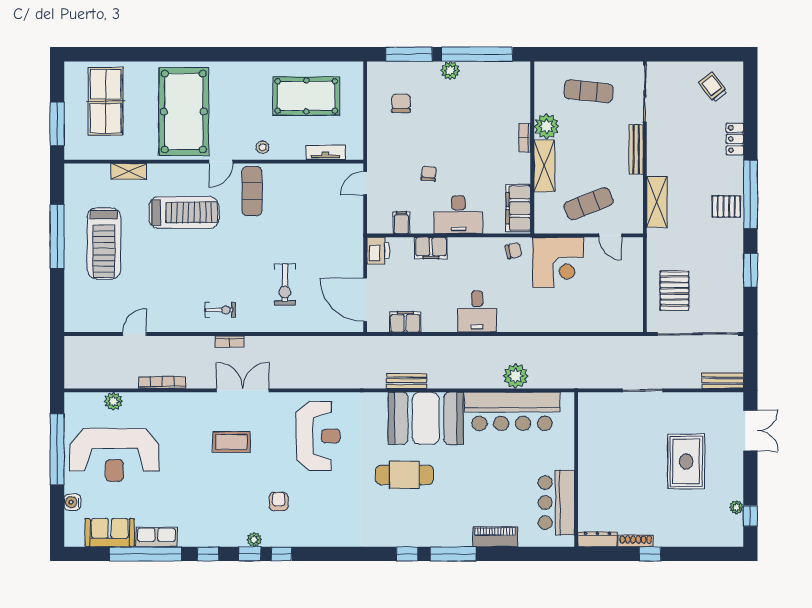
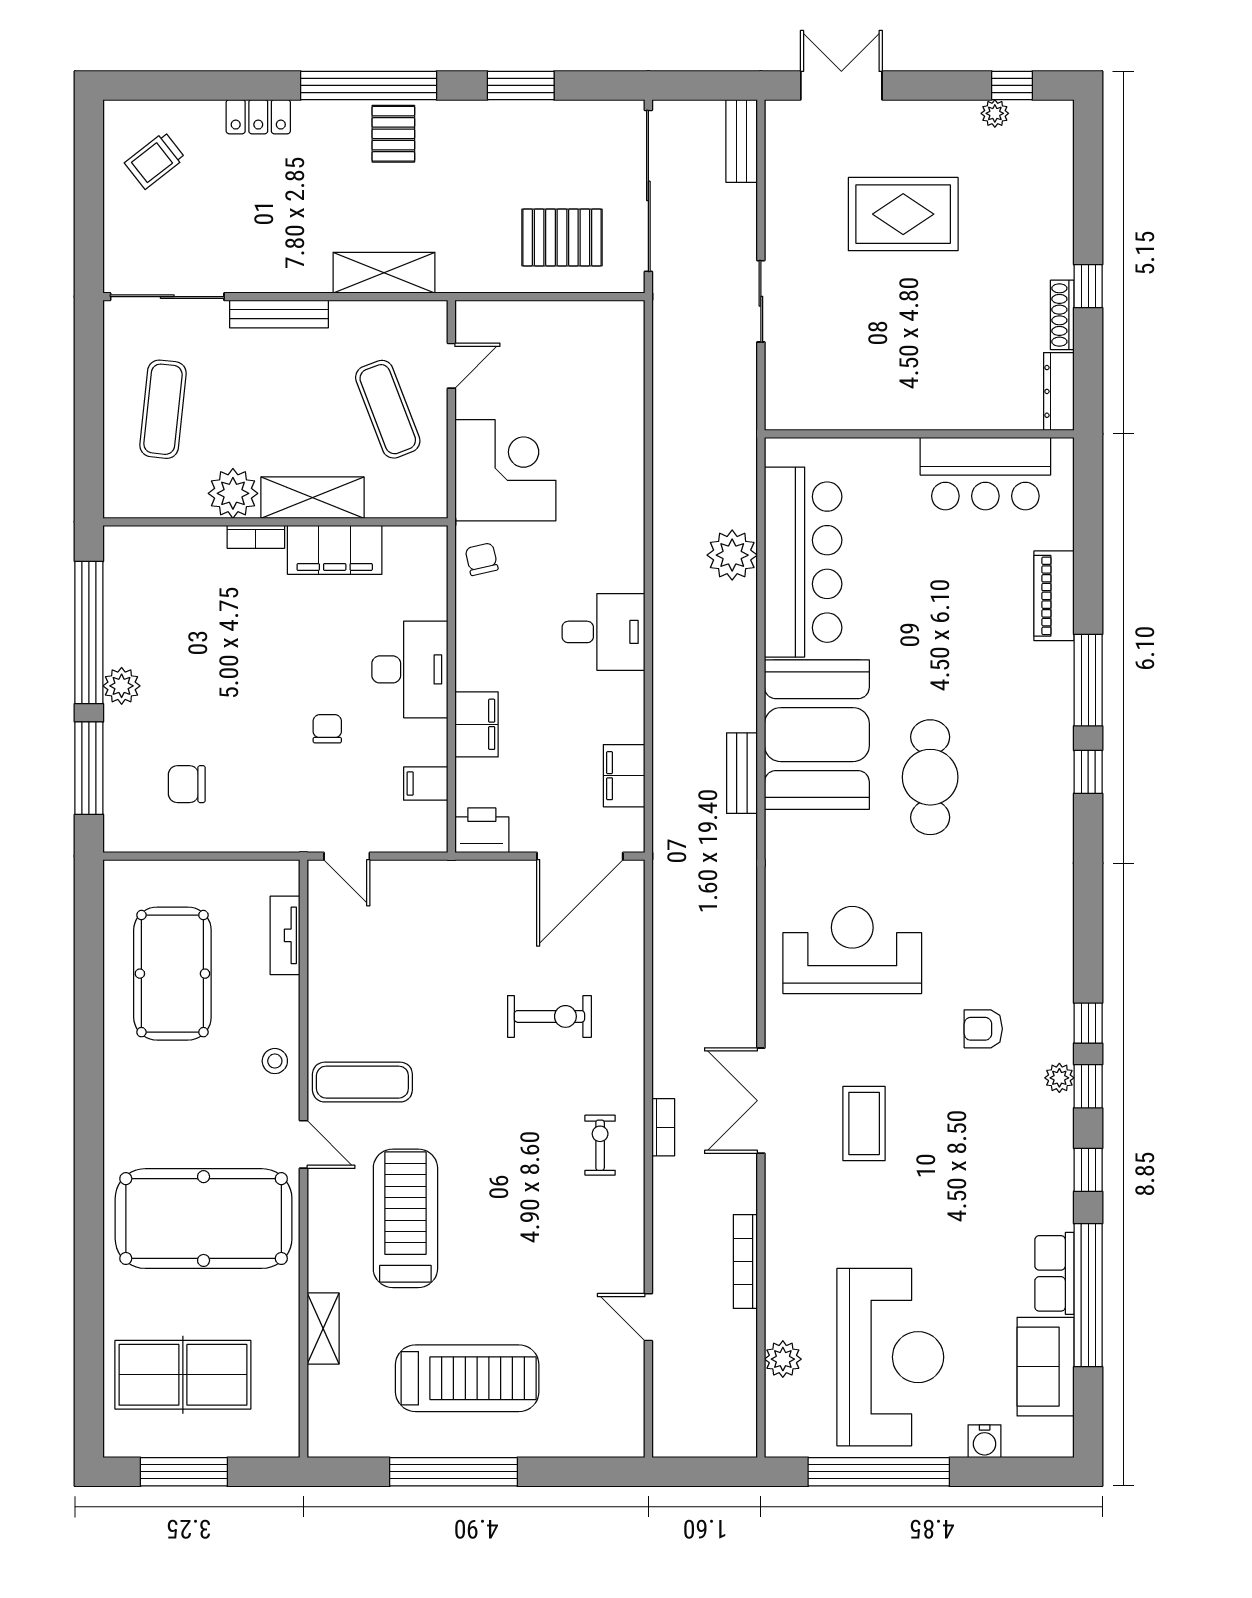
window: (57, 124) -> (184, 1472), moved
chair: (429, 173) -> (327, 729), turned 84
filing cabinet: (518, 208) -> (335, 550), moved

